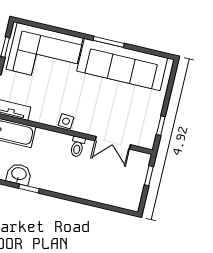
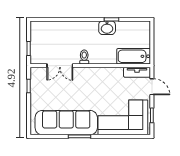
side table: (66, 121) -> (97, 73), removed
double door: (113, 143) -> (60, 66), swing flipped
washbasin: (19, 174) -> (107, 28), moved

